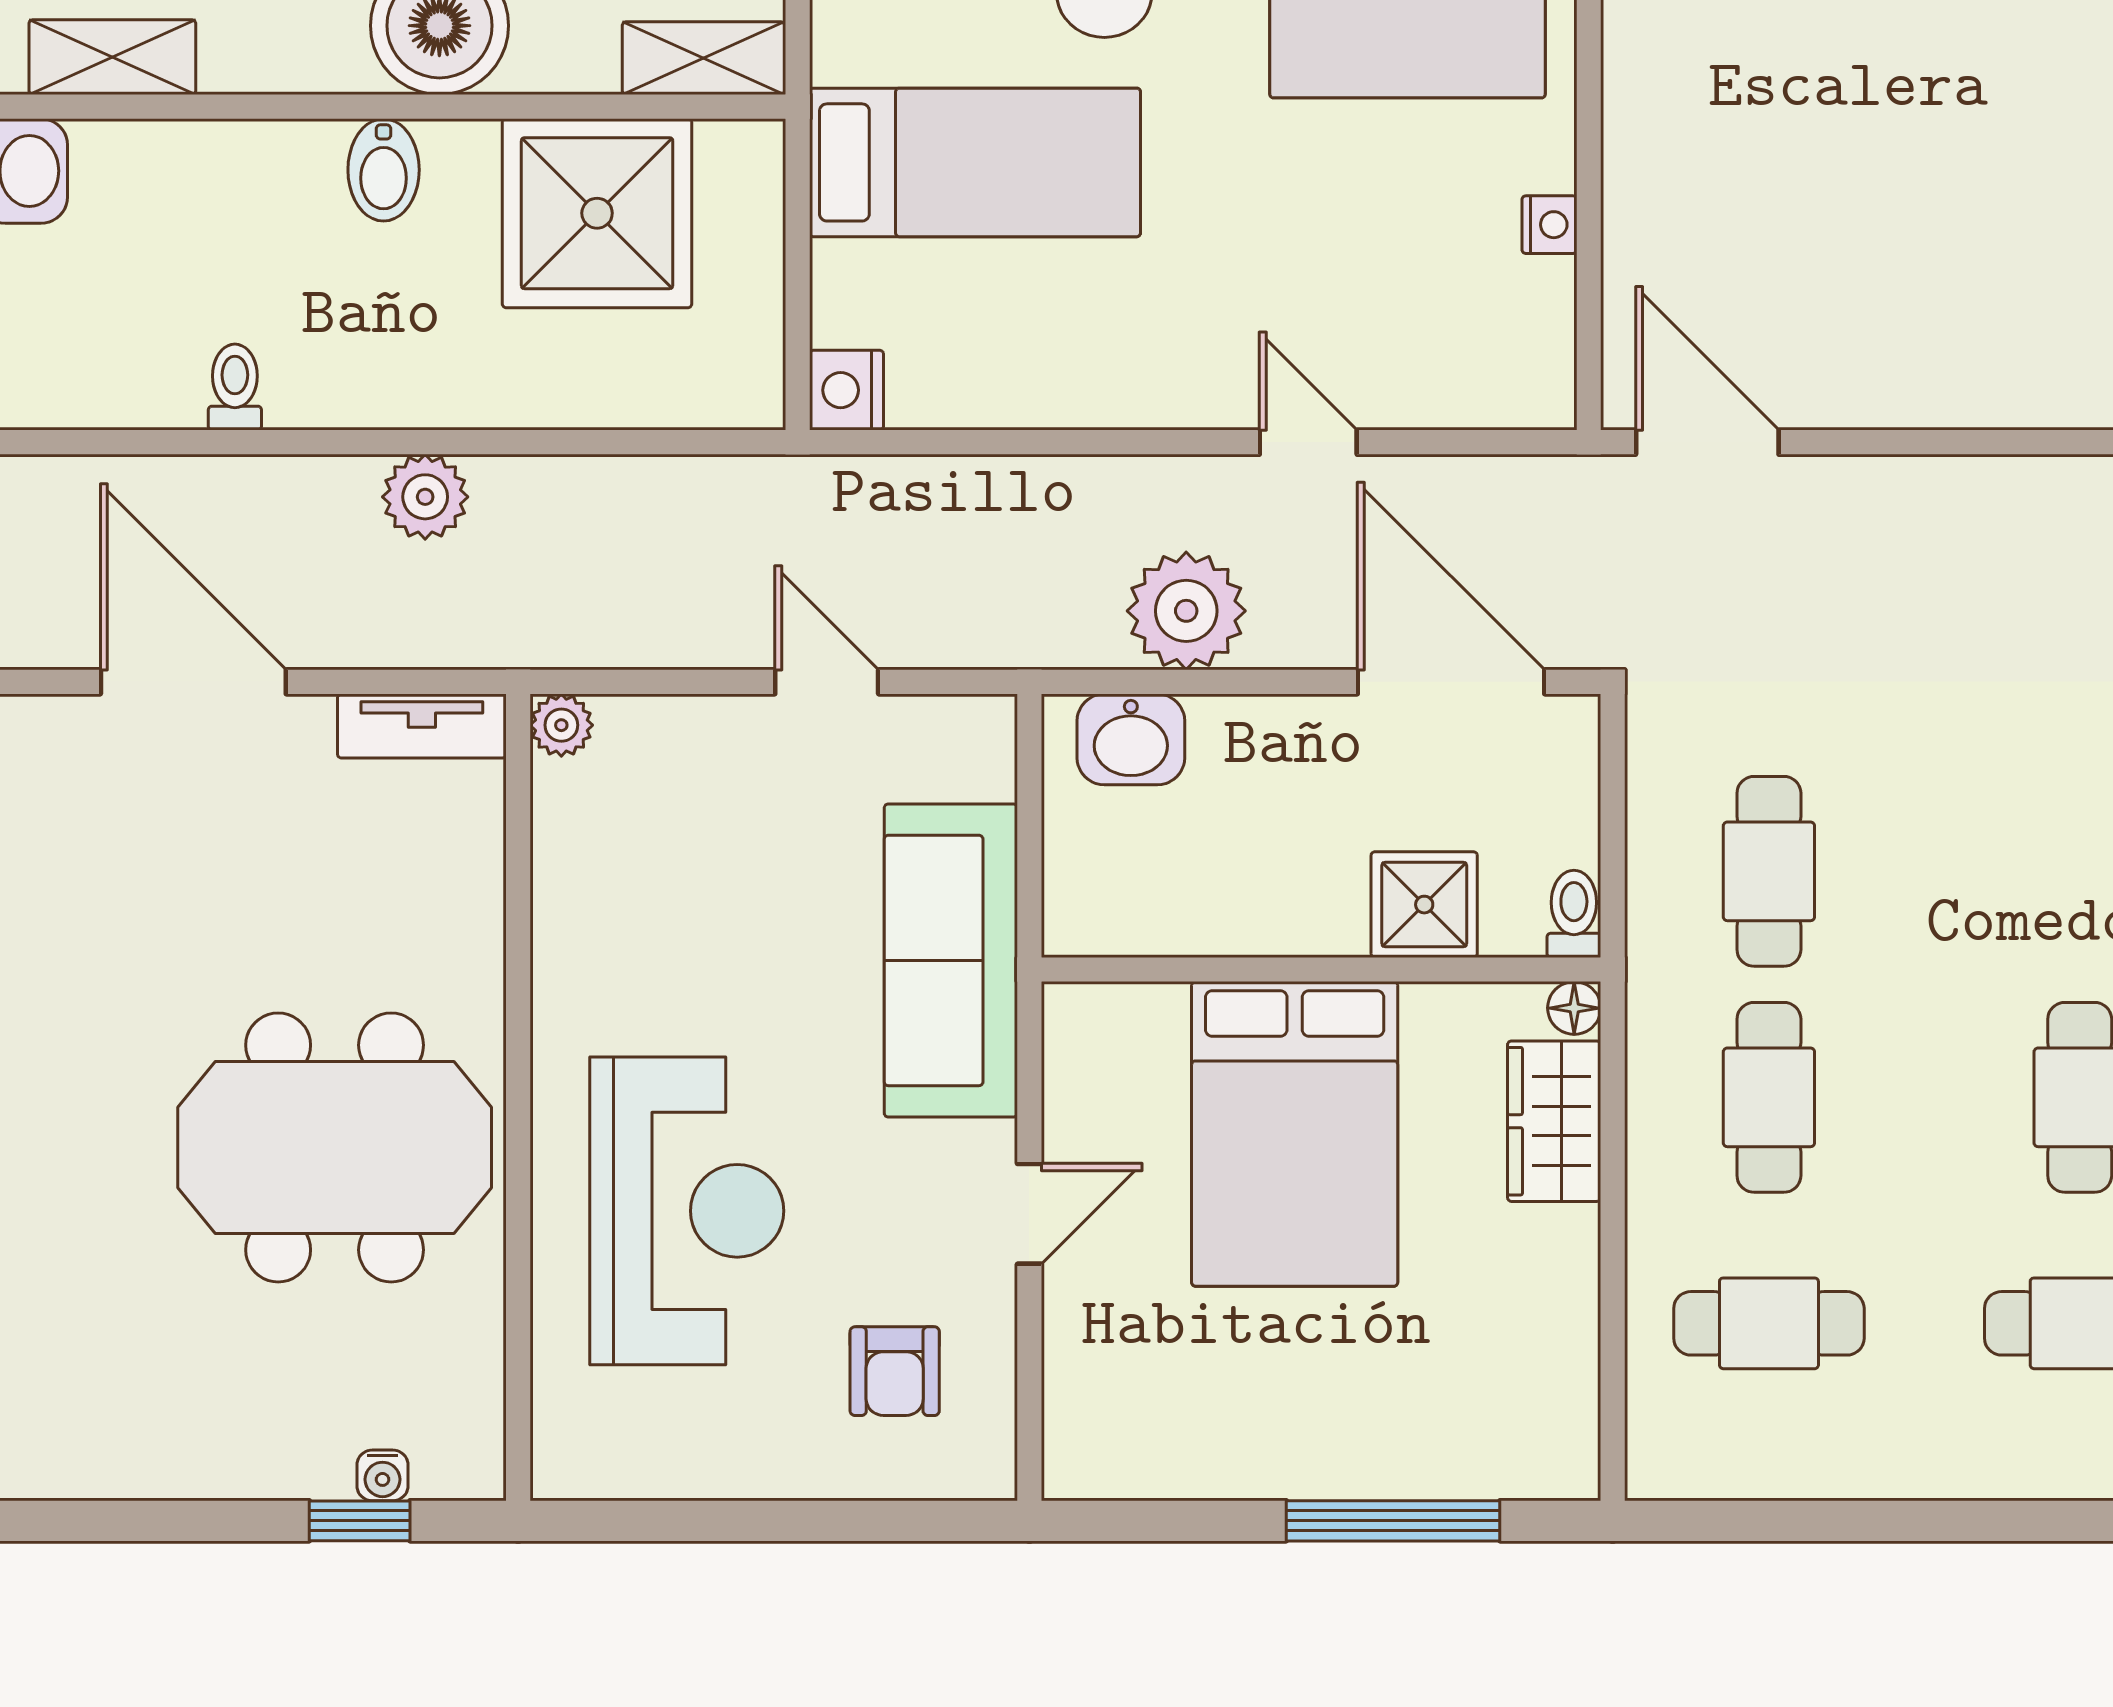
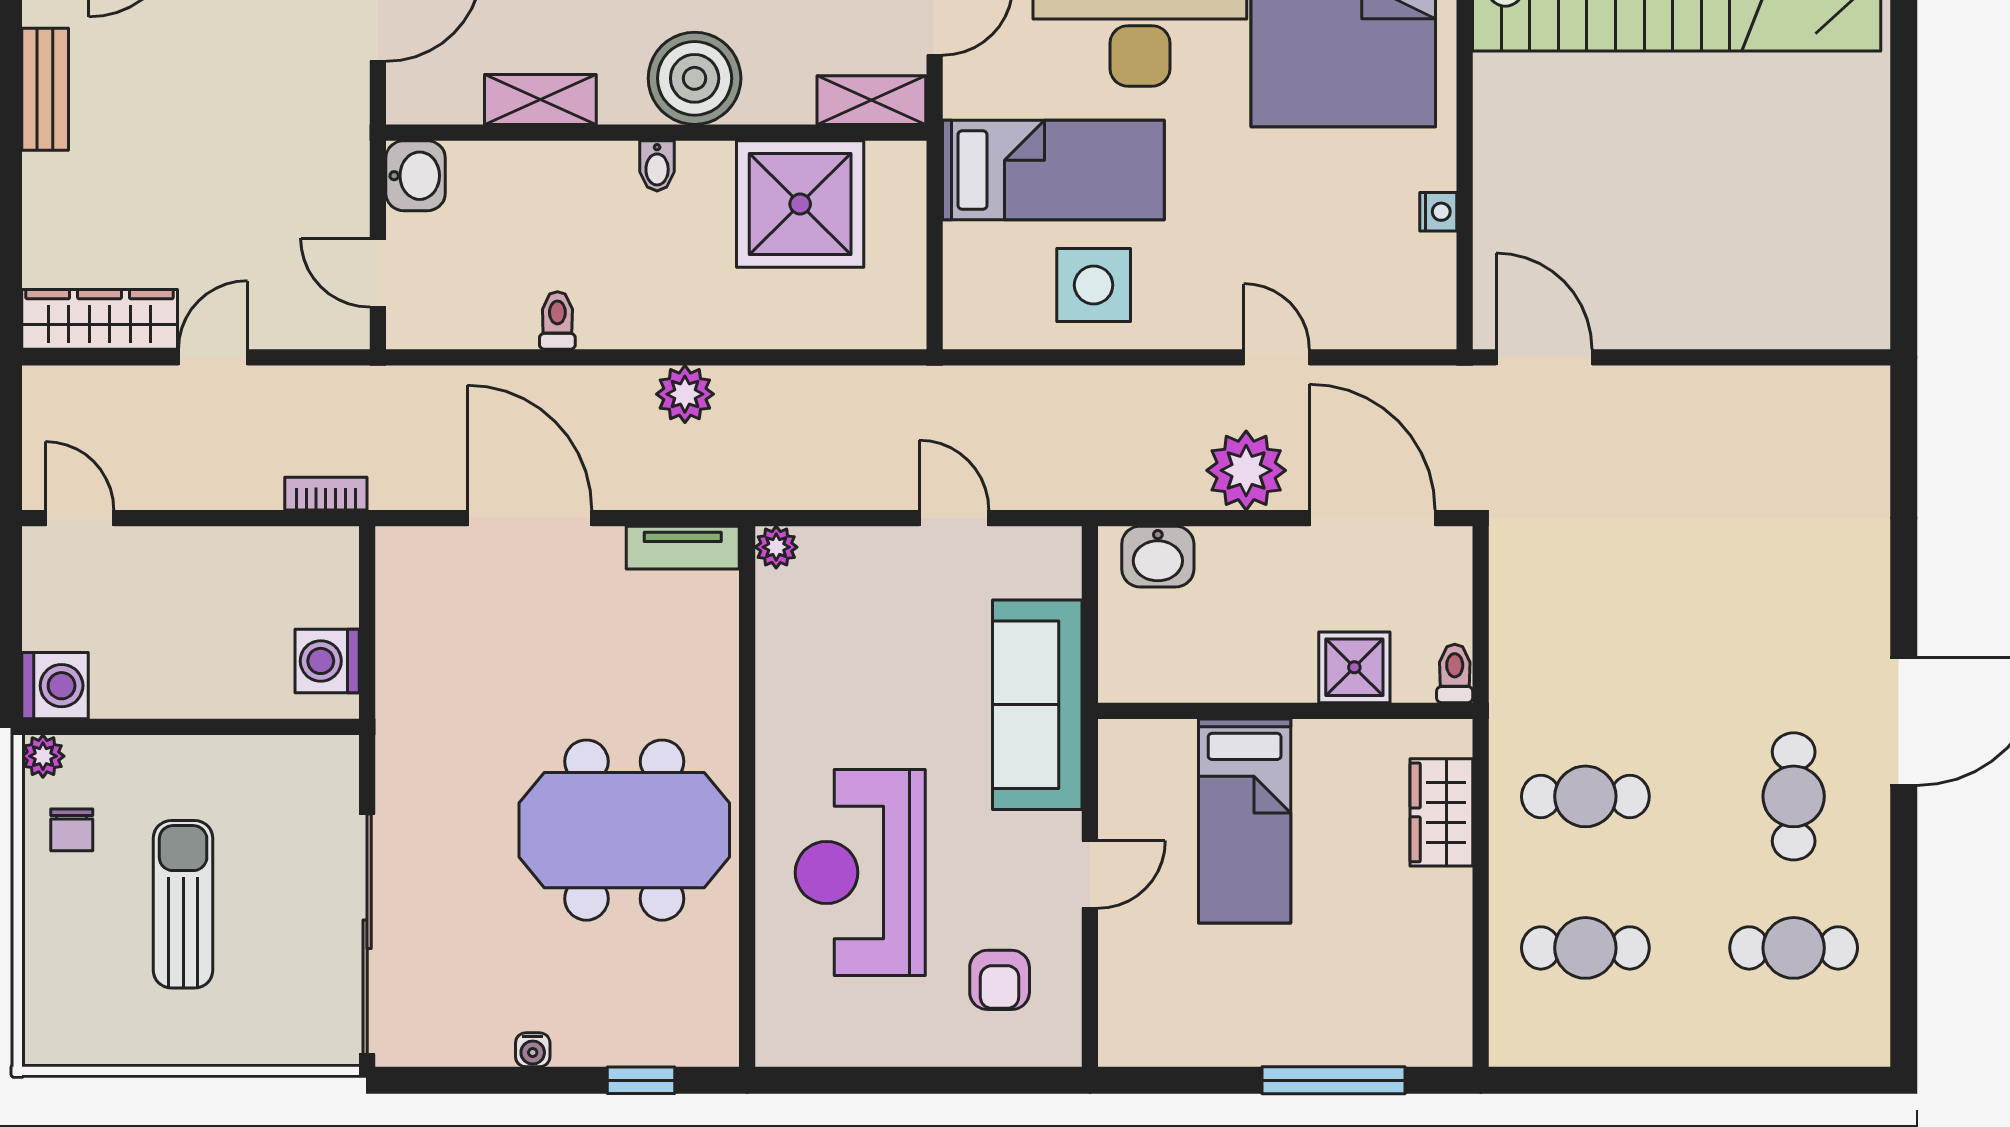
shelving: (112, 57) -> (540, 99), moved
bidet: (384, 170) -> (657, 166), width x0.72, depth x0.74
side table: (1035, 334) -> (1094, 285), added
nightstand: (847, 390) -> (967, 323), removed
plant: (1186, 611) -> (1246, 470), moved
cafe table: (1769, 871) -> (1585, 645), removed
floor lamp: (1574, 1008) -> (1455, 737), removed
cafe table: (1769, 1097) -> (1585, 796), turned 90
bed: (1295, 1134) -> (1245, 821), width x0.67
reception desk: (687, 1211) -> (860, 872), turned 180
water cooler: (383, 1475) -> (533, 1050), moved

